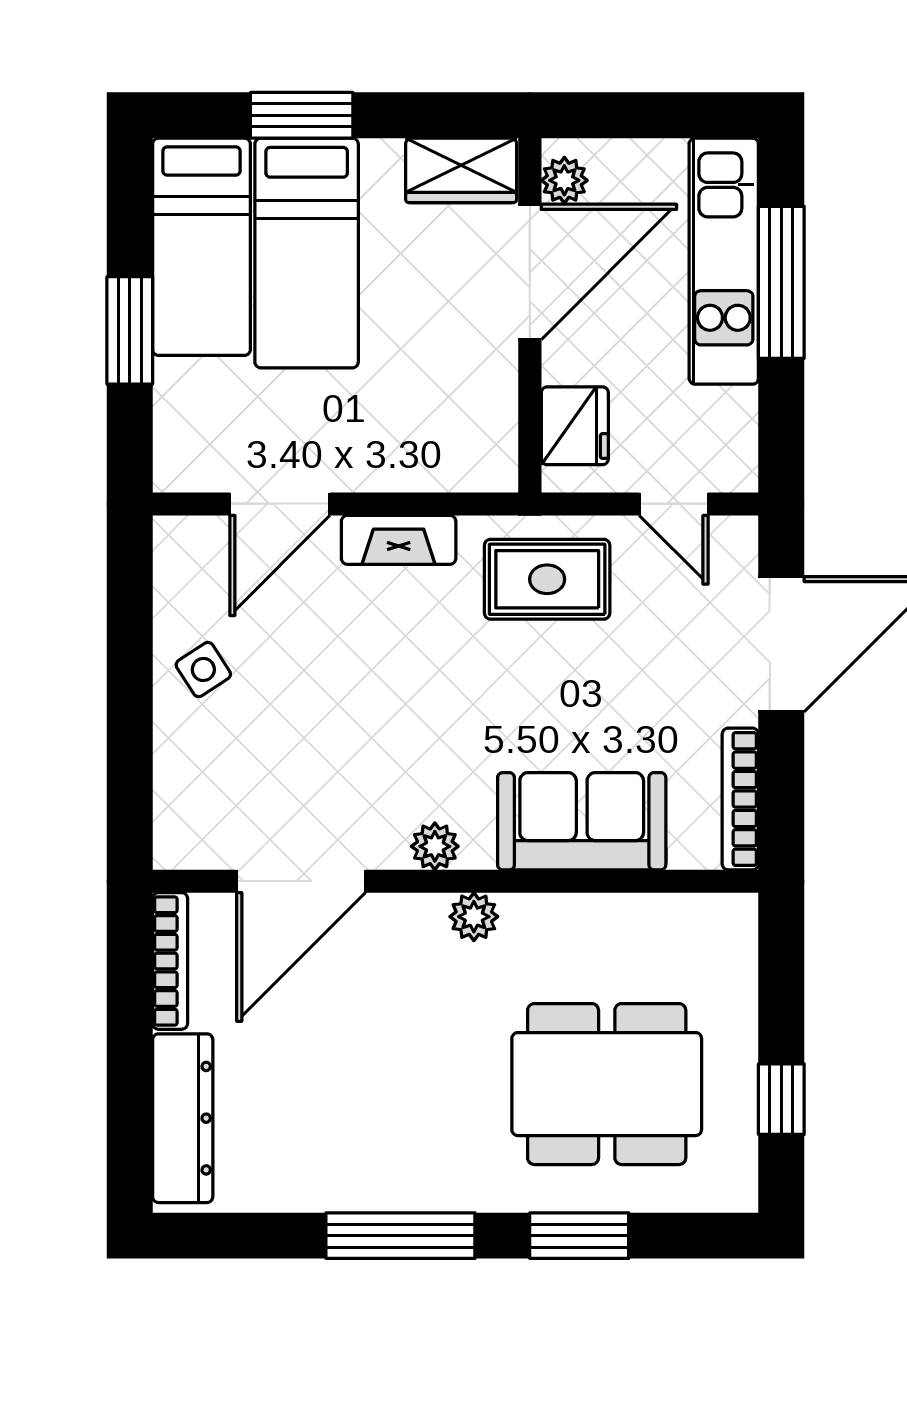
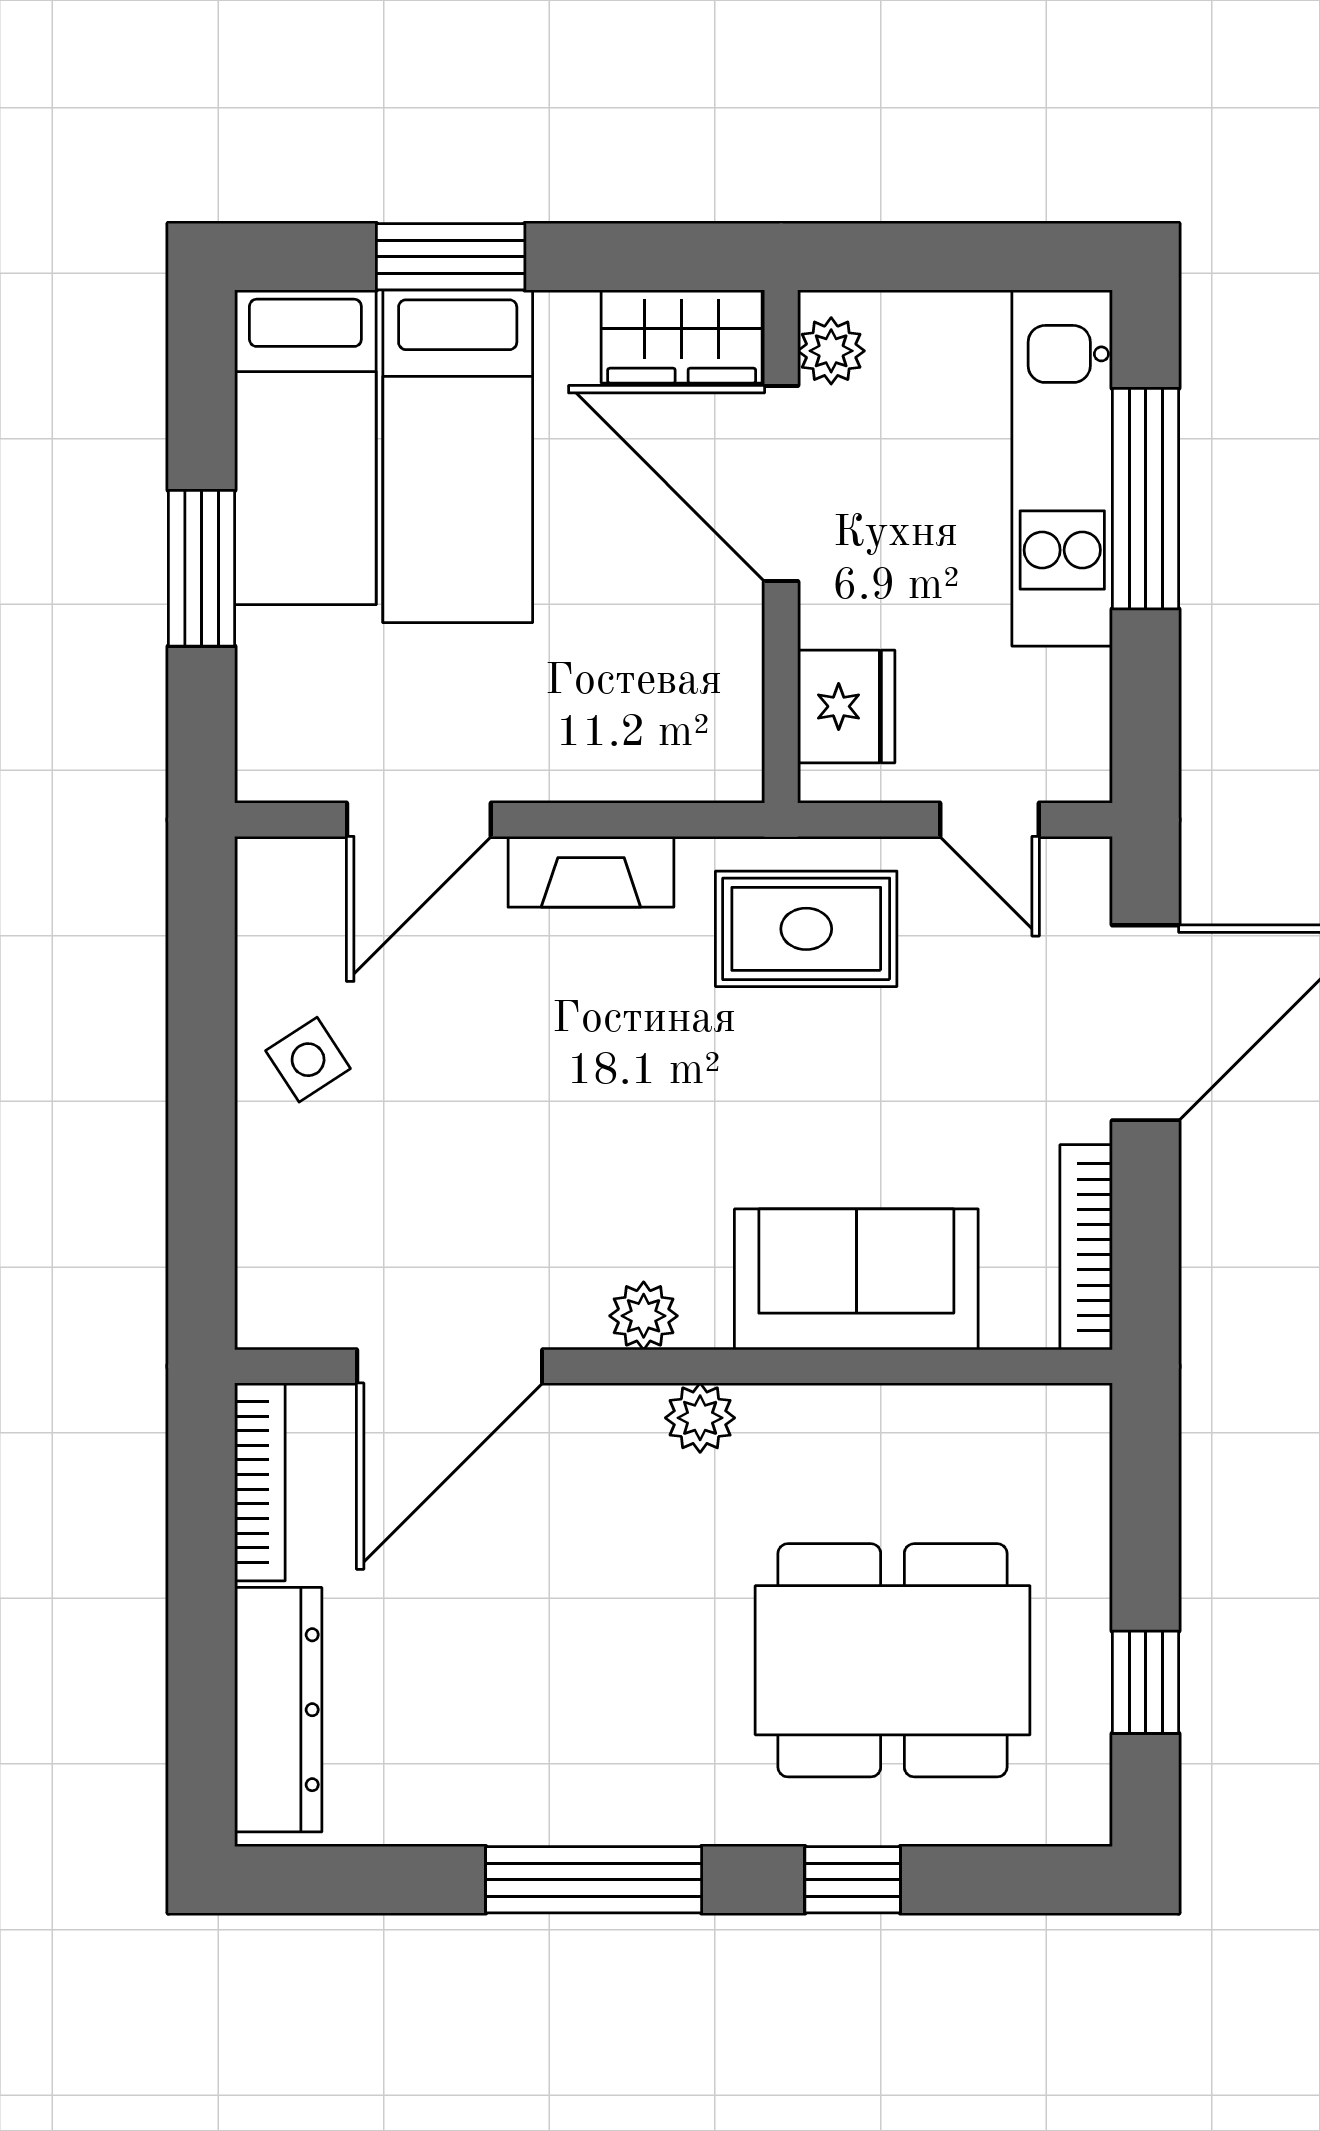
door: (530, 272) -> (781, 484), swing flipped
window: (579, 1236) -> (853, 1880), width x0.67

